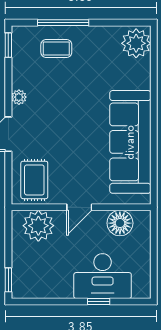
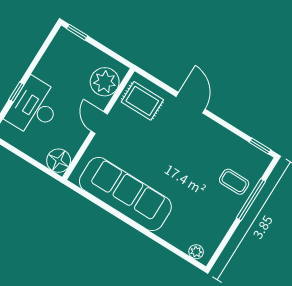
plant: (136, 43) -> (196, 252), width x0.53, depth x0.53
coffee table: (56, 49) -> (234, 182), turned 90
plant: (19, 97) -> (214, 129), removed
floor lamp: (120, 223) -> (59, 161), moved

